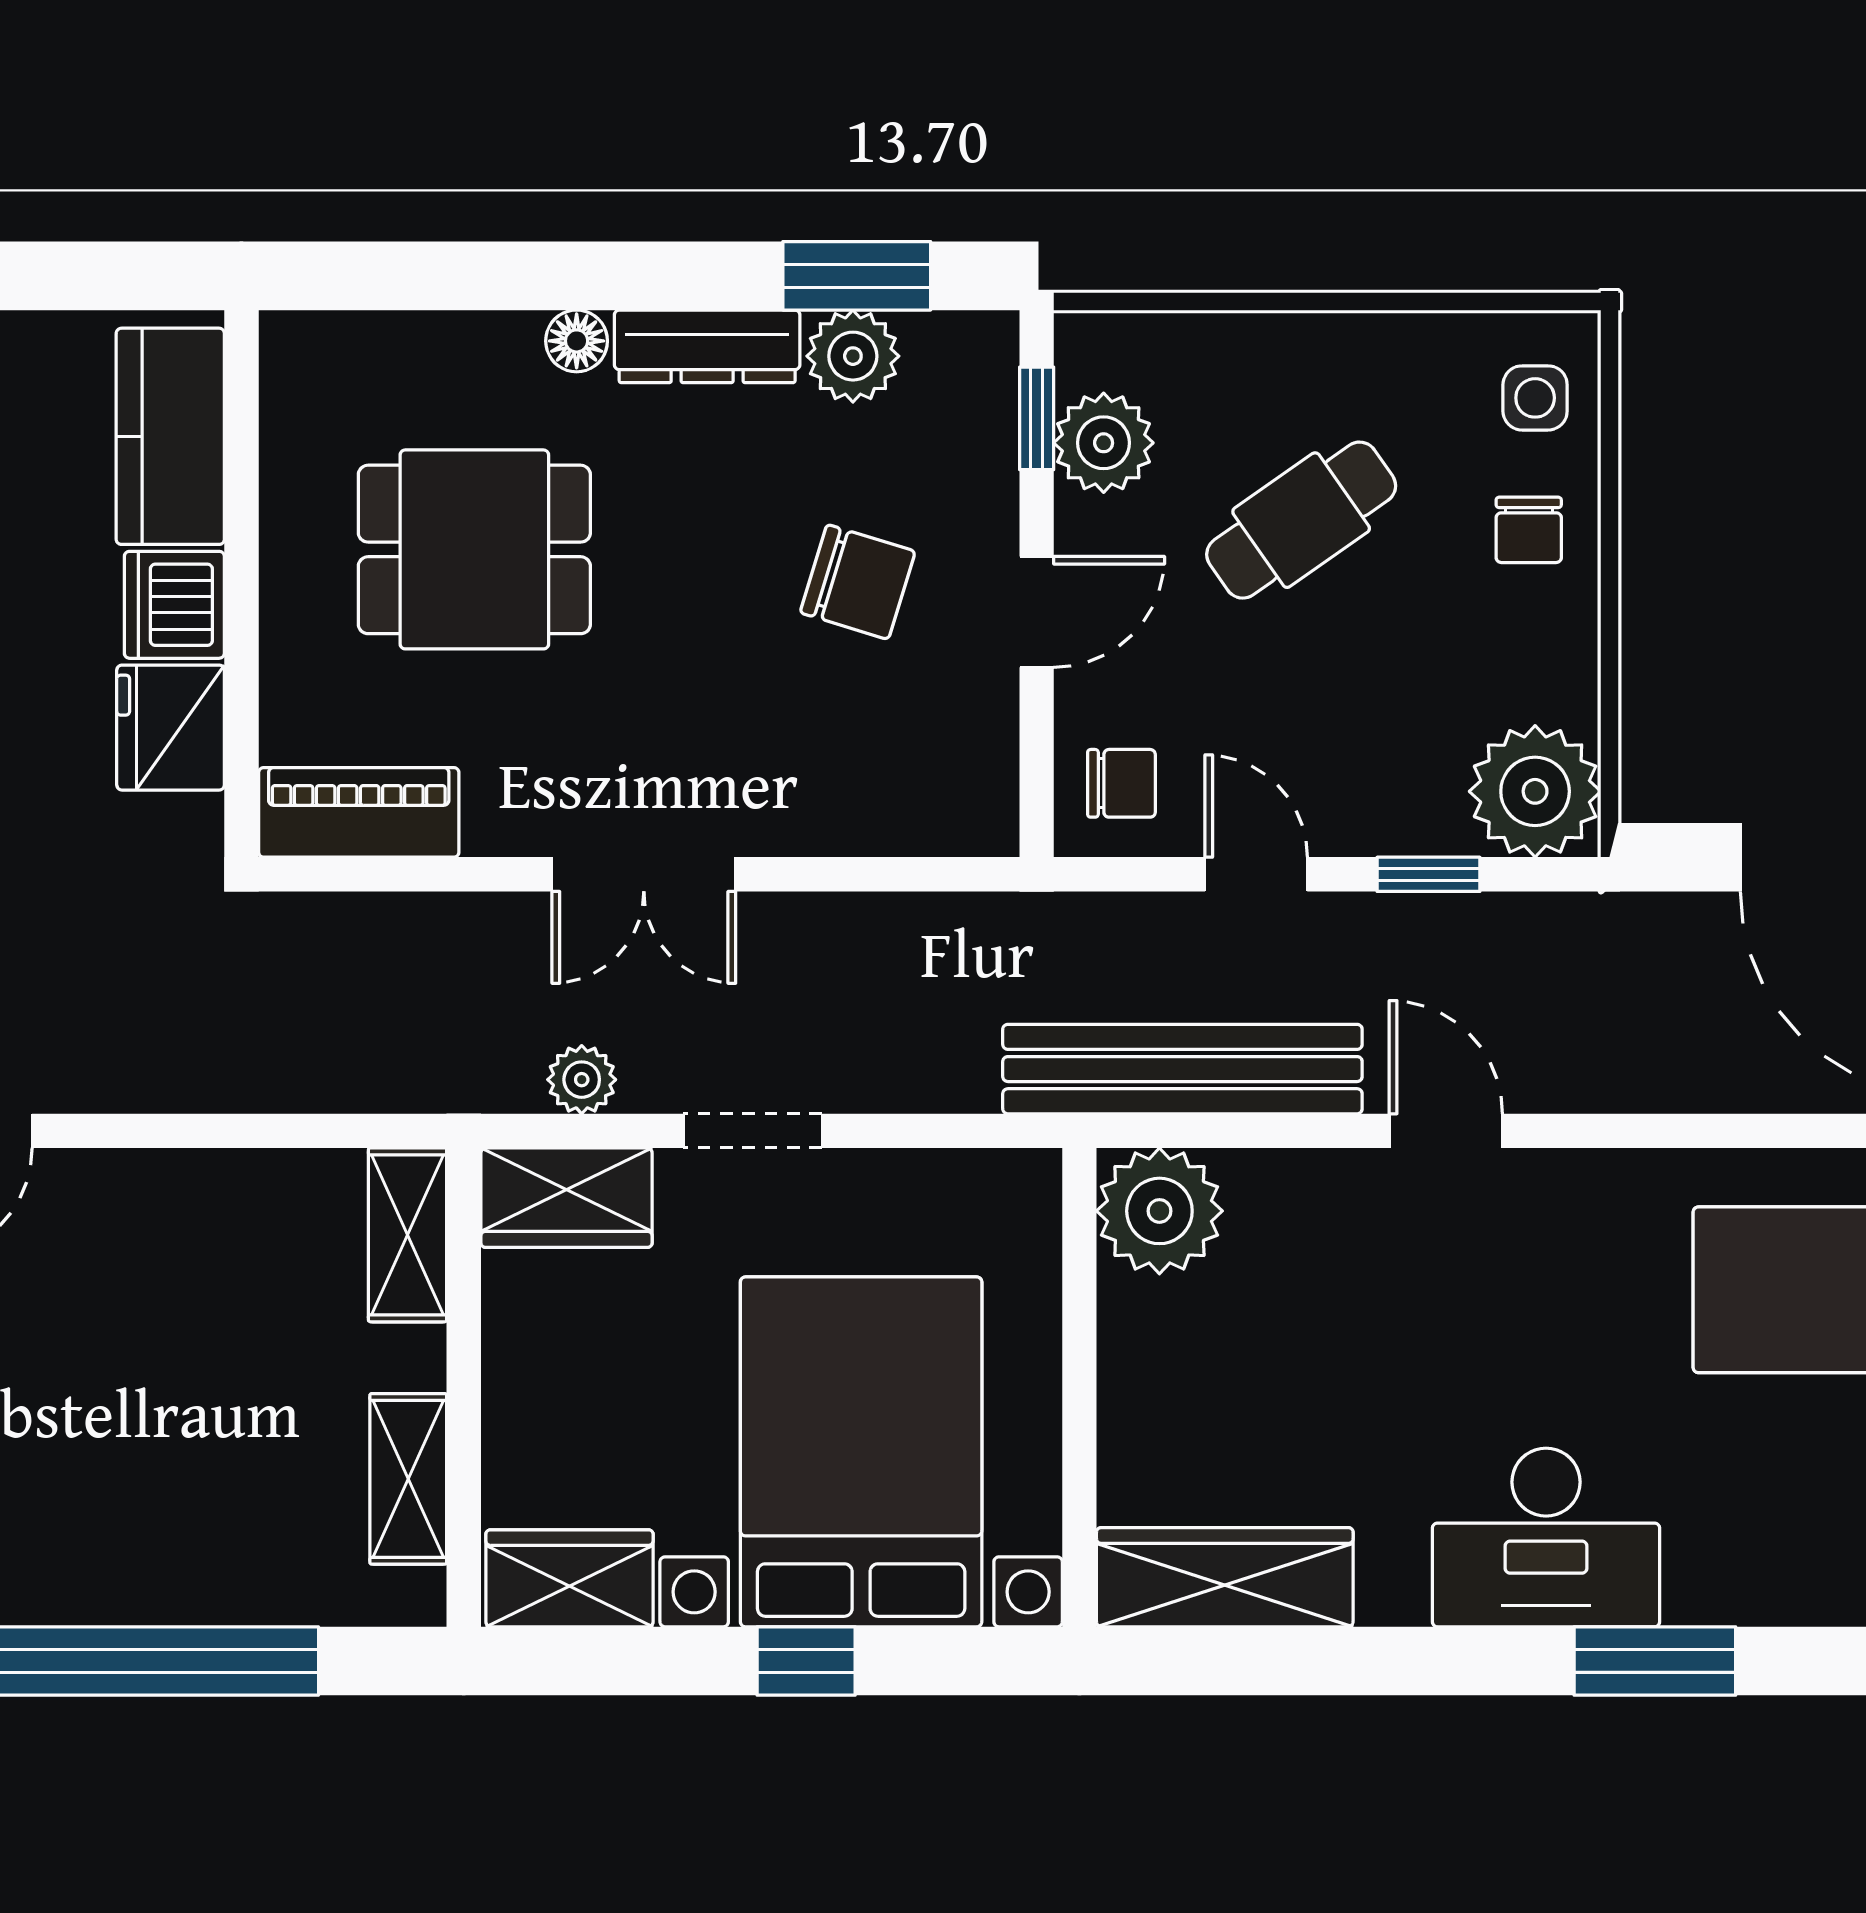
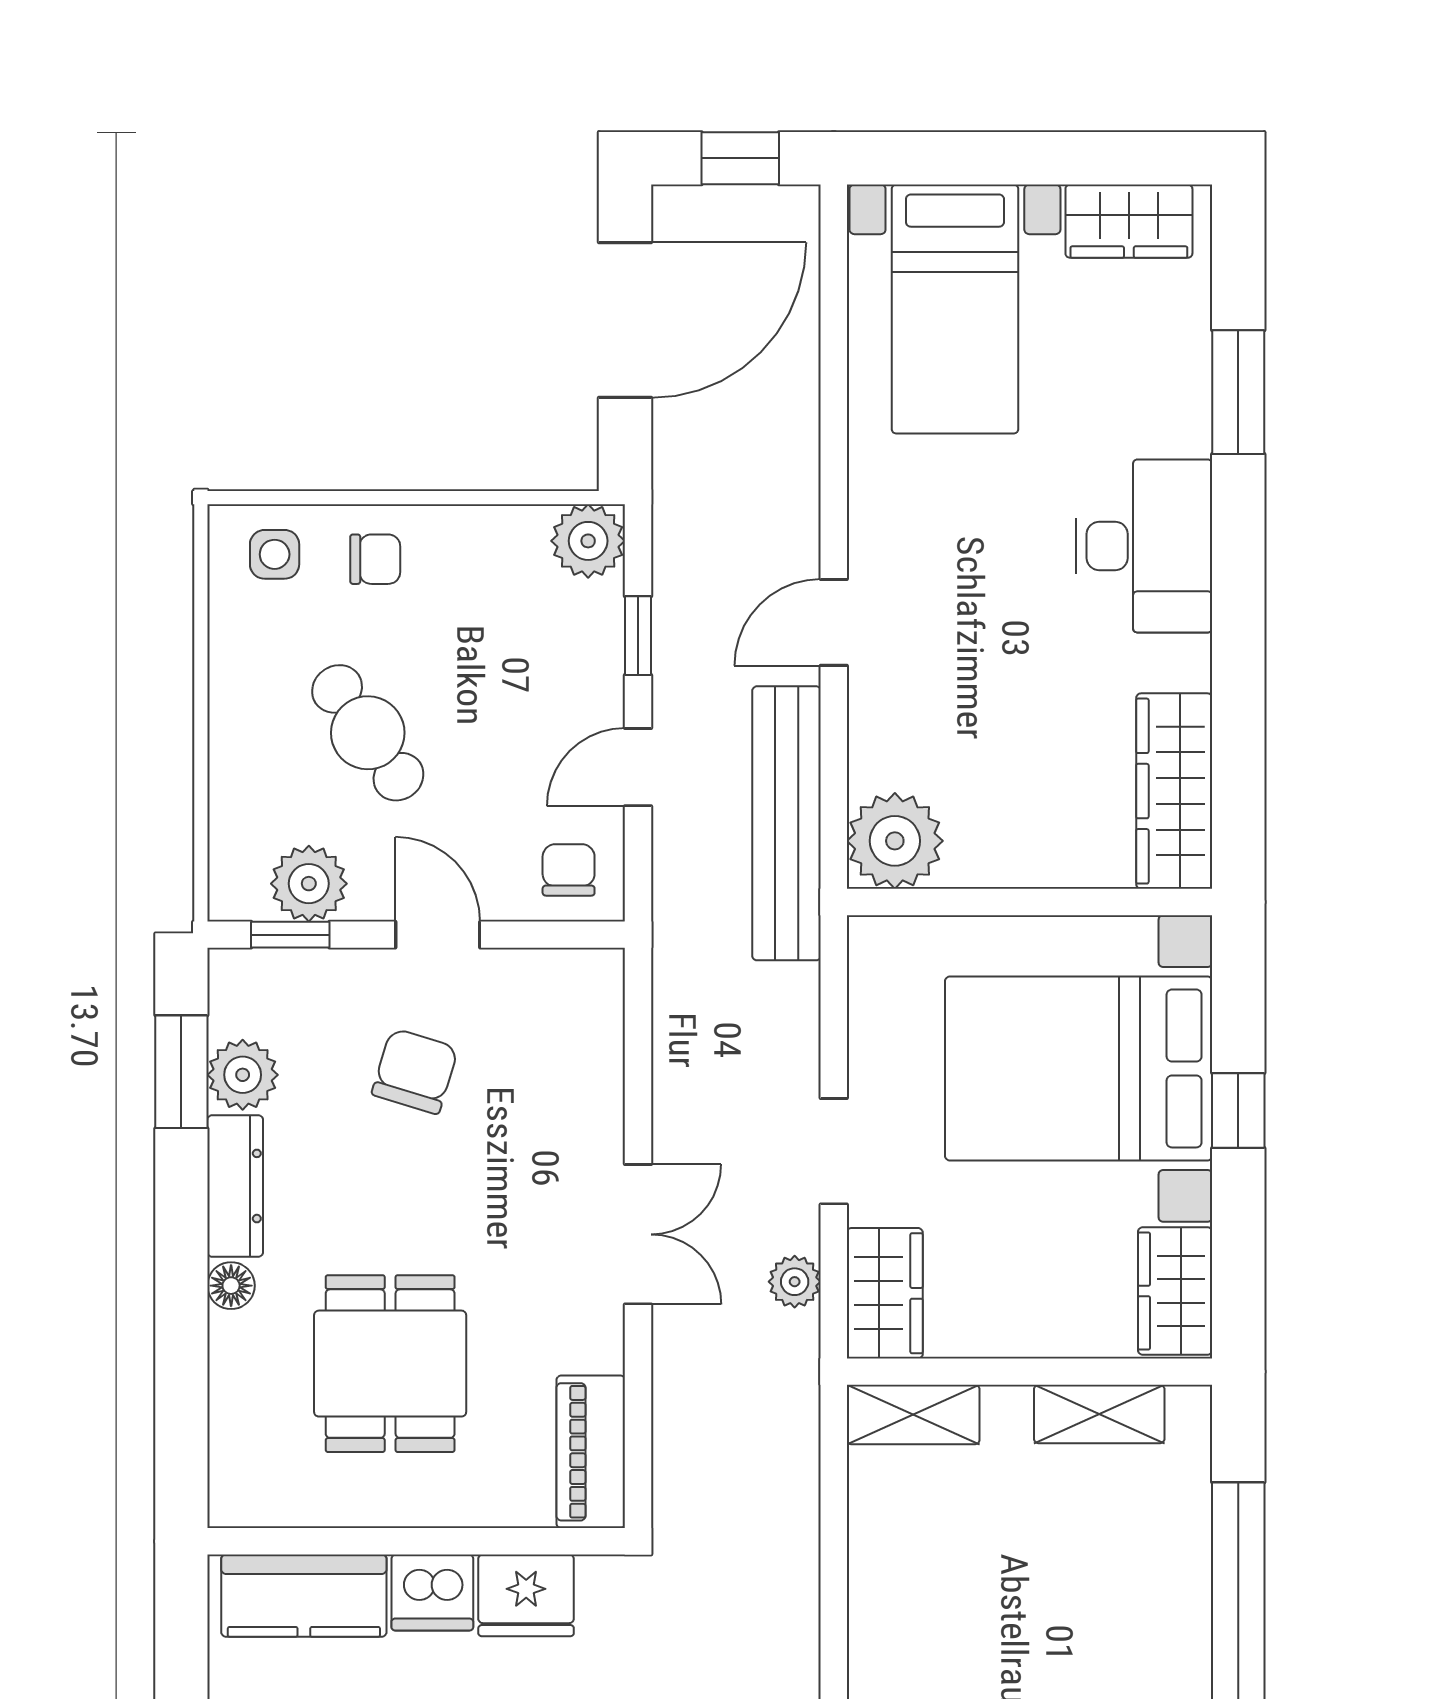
plant: (1535, 791) -> (588, 541), width x0.73, depth x0.73
window: (1655, 1661) -> (1238, 392), moved

